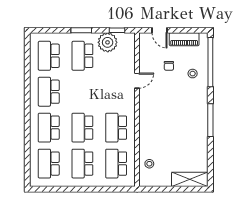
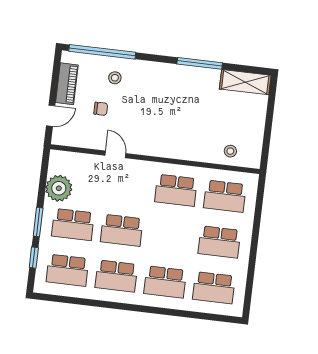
window: (117, 30) -> (34, 258), moved
window: (210, 120) -> (200, 63), moved
school desk: (82, 128) -> (122, 230), moved
shelving: (190, 179) -> (245, 82), moved, turned 90

